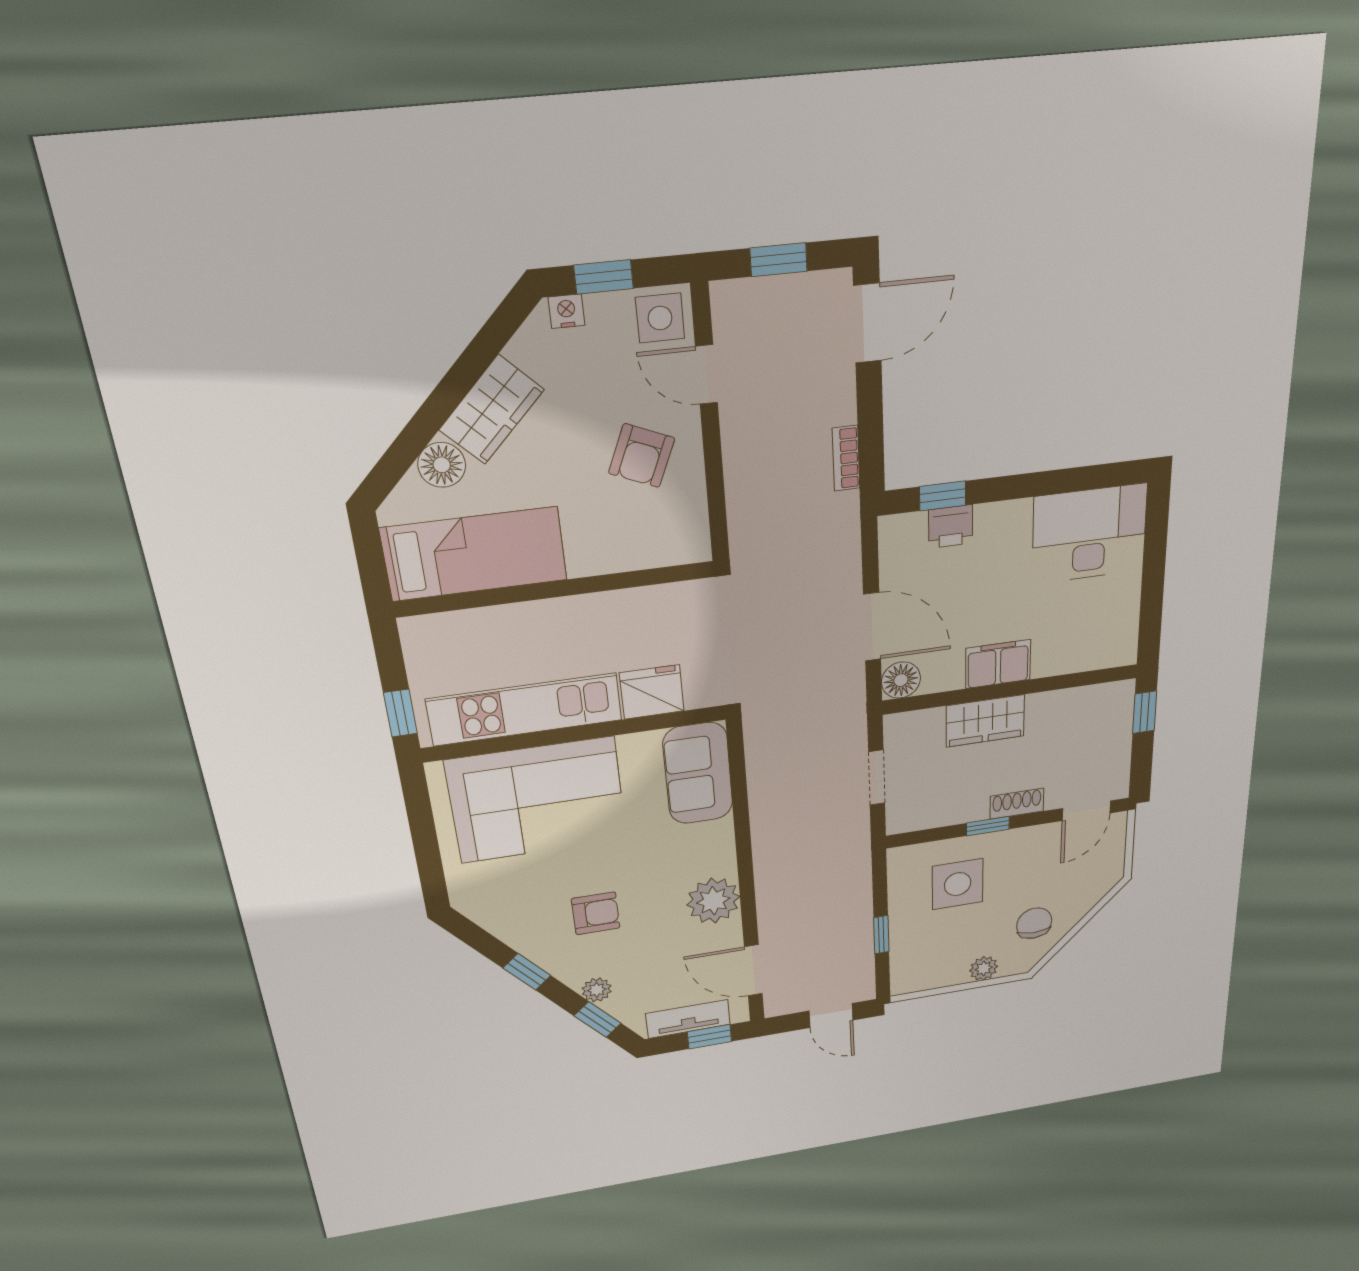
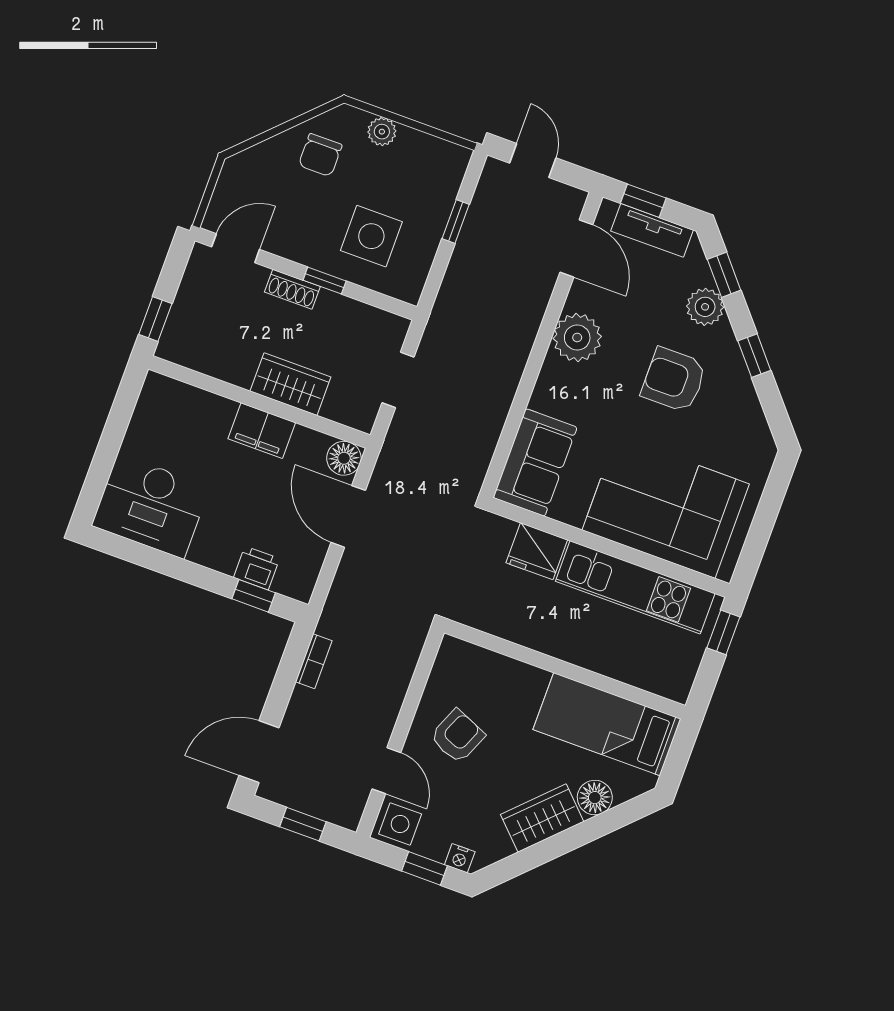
armchair: (596, 913) -> (674, 380), width x1.38, depth x1.38
plant: (597, 990) -> (705, 307), width x1.38, depth x1.38

